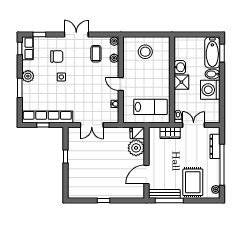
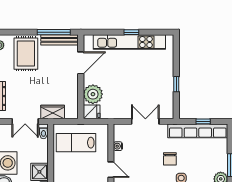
chair: (71, 93) -> (170, 159), added
kitchen unit: (105, 192) -> (129, 42), added

